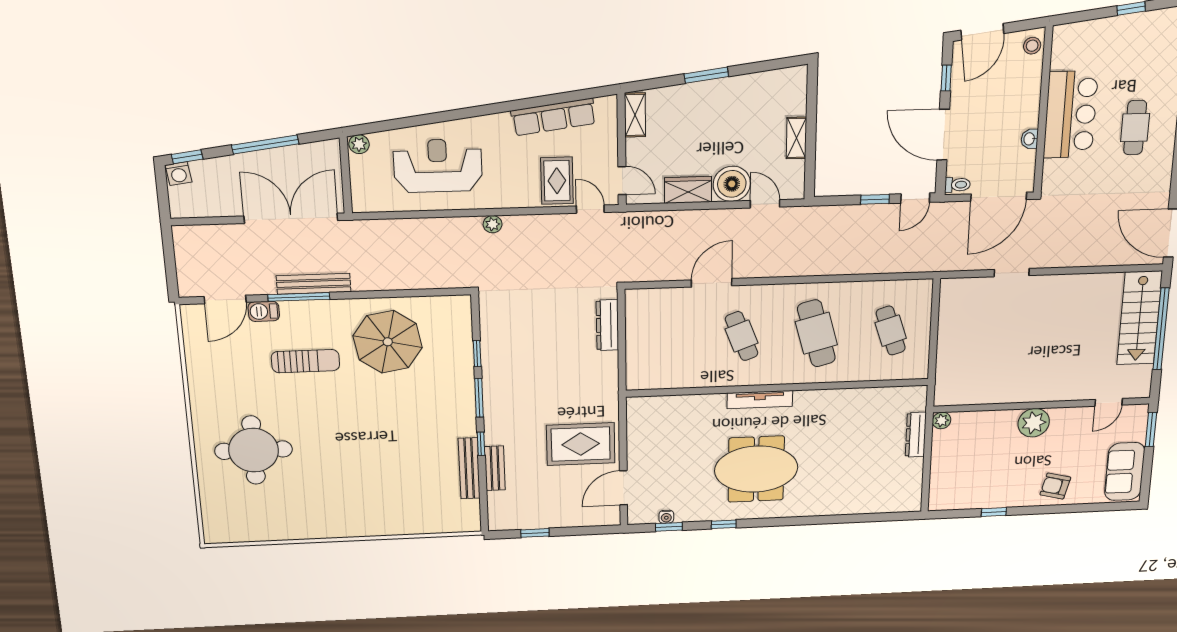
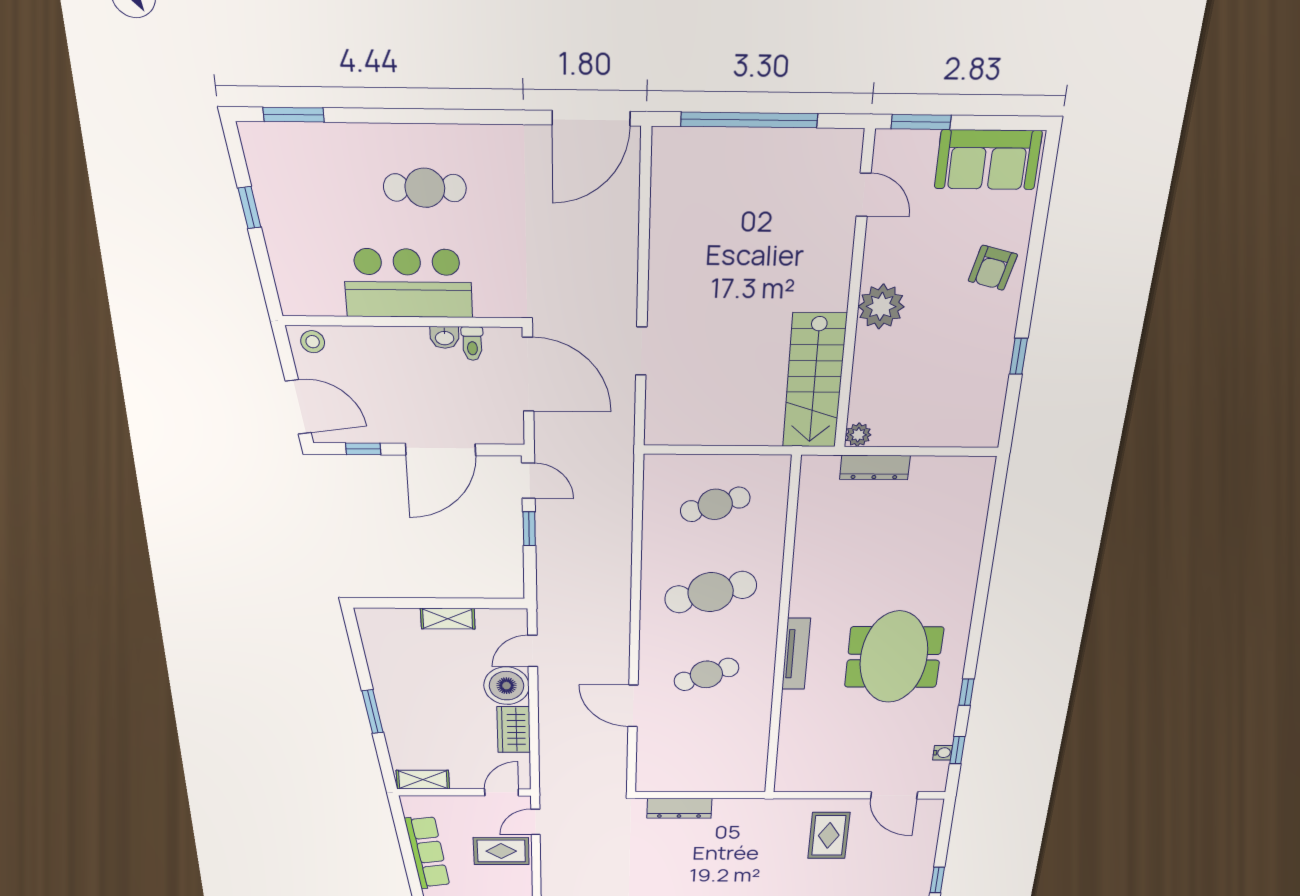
toilet: (958, 185) -> (472, 344), moved, turned 180
stairs: (1140, 318) -> (814, 381), moved, turned 90
rug: (581, 444) -> (829, 835), width x0.73, depth x0.70

